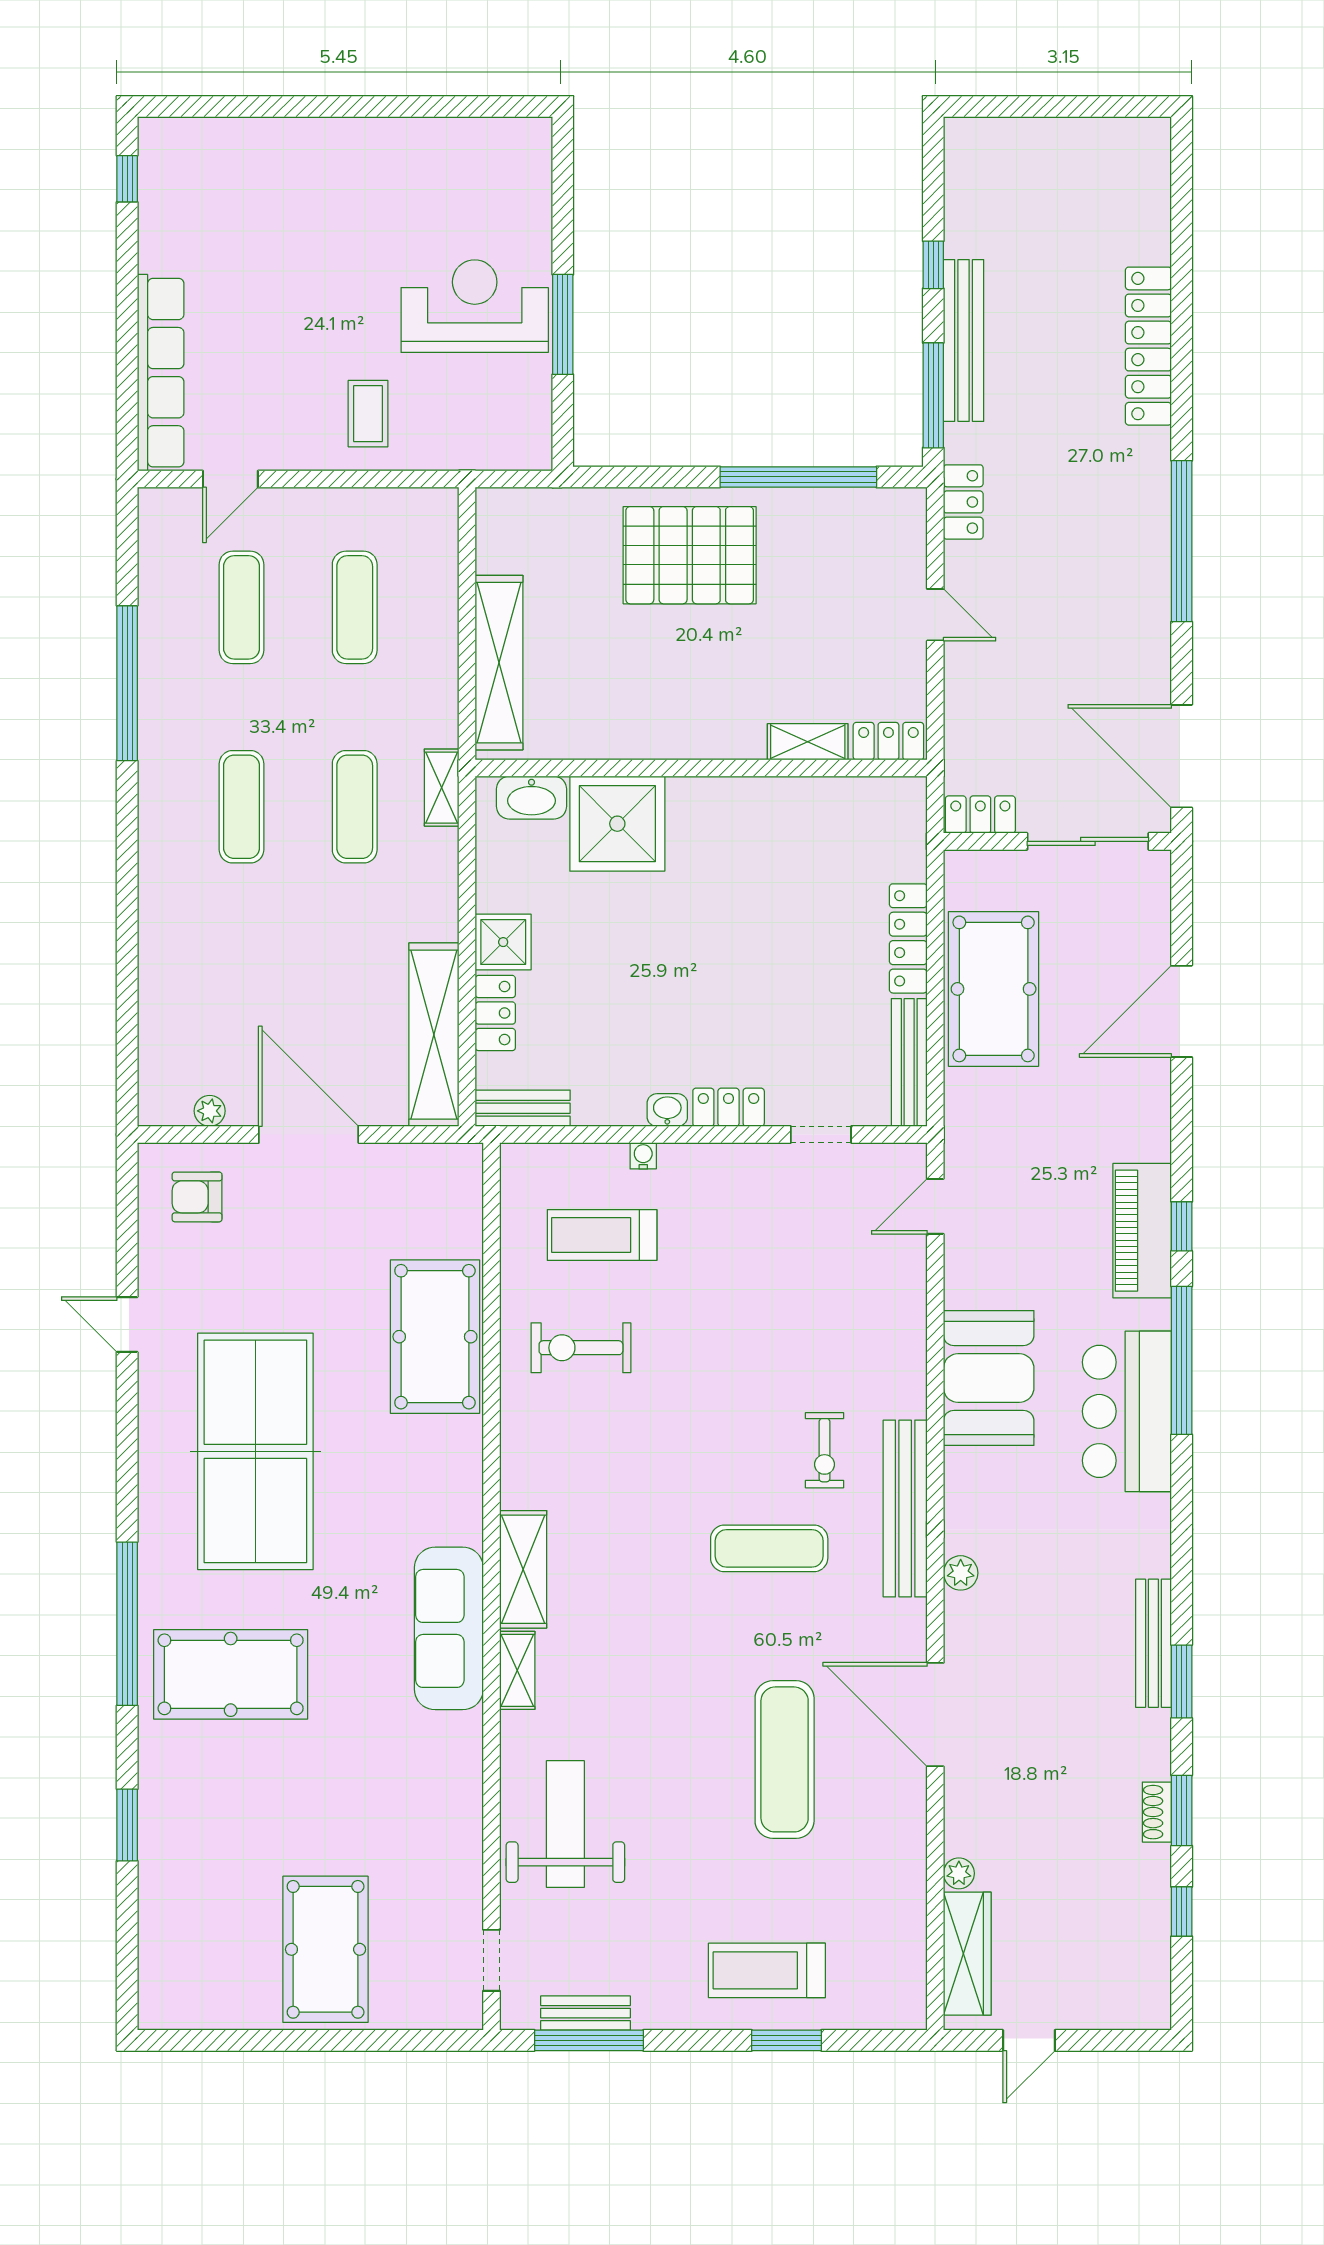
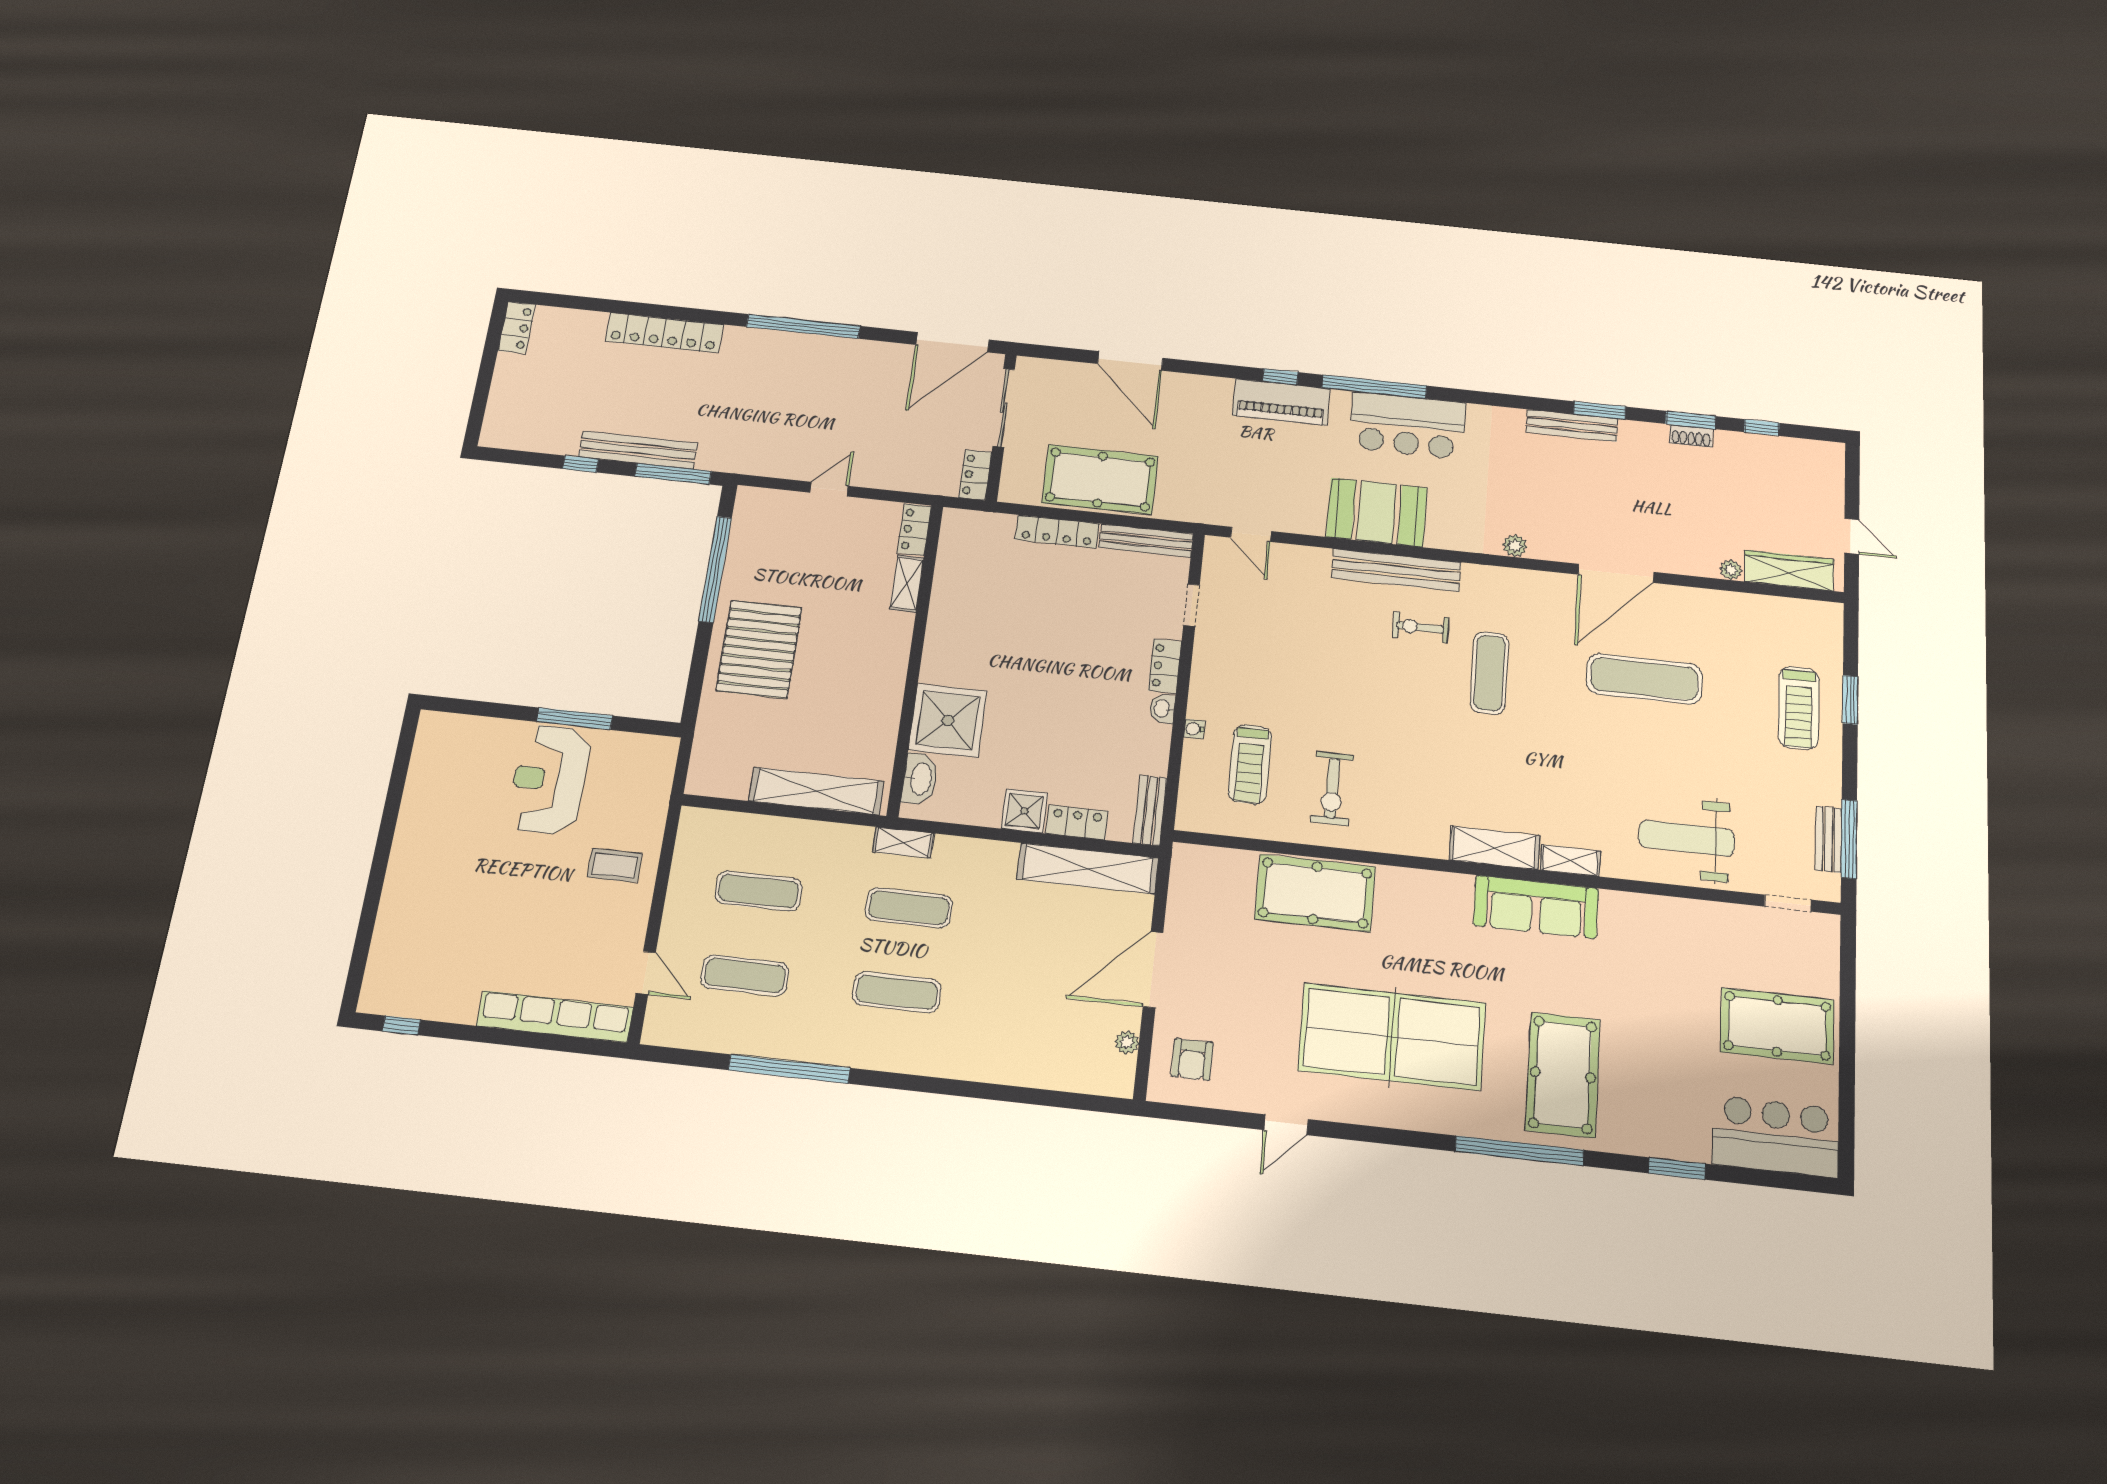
locker: (963, 502) -> (517, 328), moved, turned 90
exercise bike: (825, 1450) -> (1420, 627), turned 180
bench: (905, 1508) -> (1396, 570), moved
bar counter: (182, 1950) -> (1776, 1136), added

